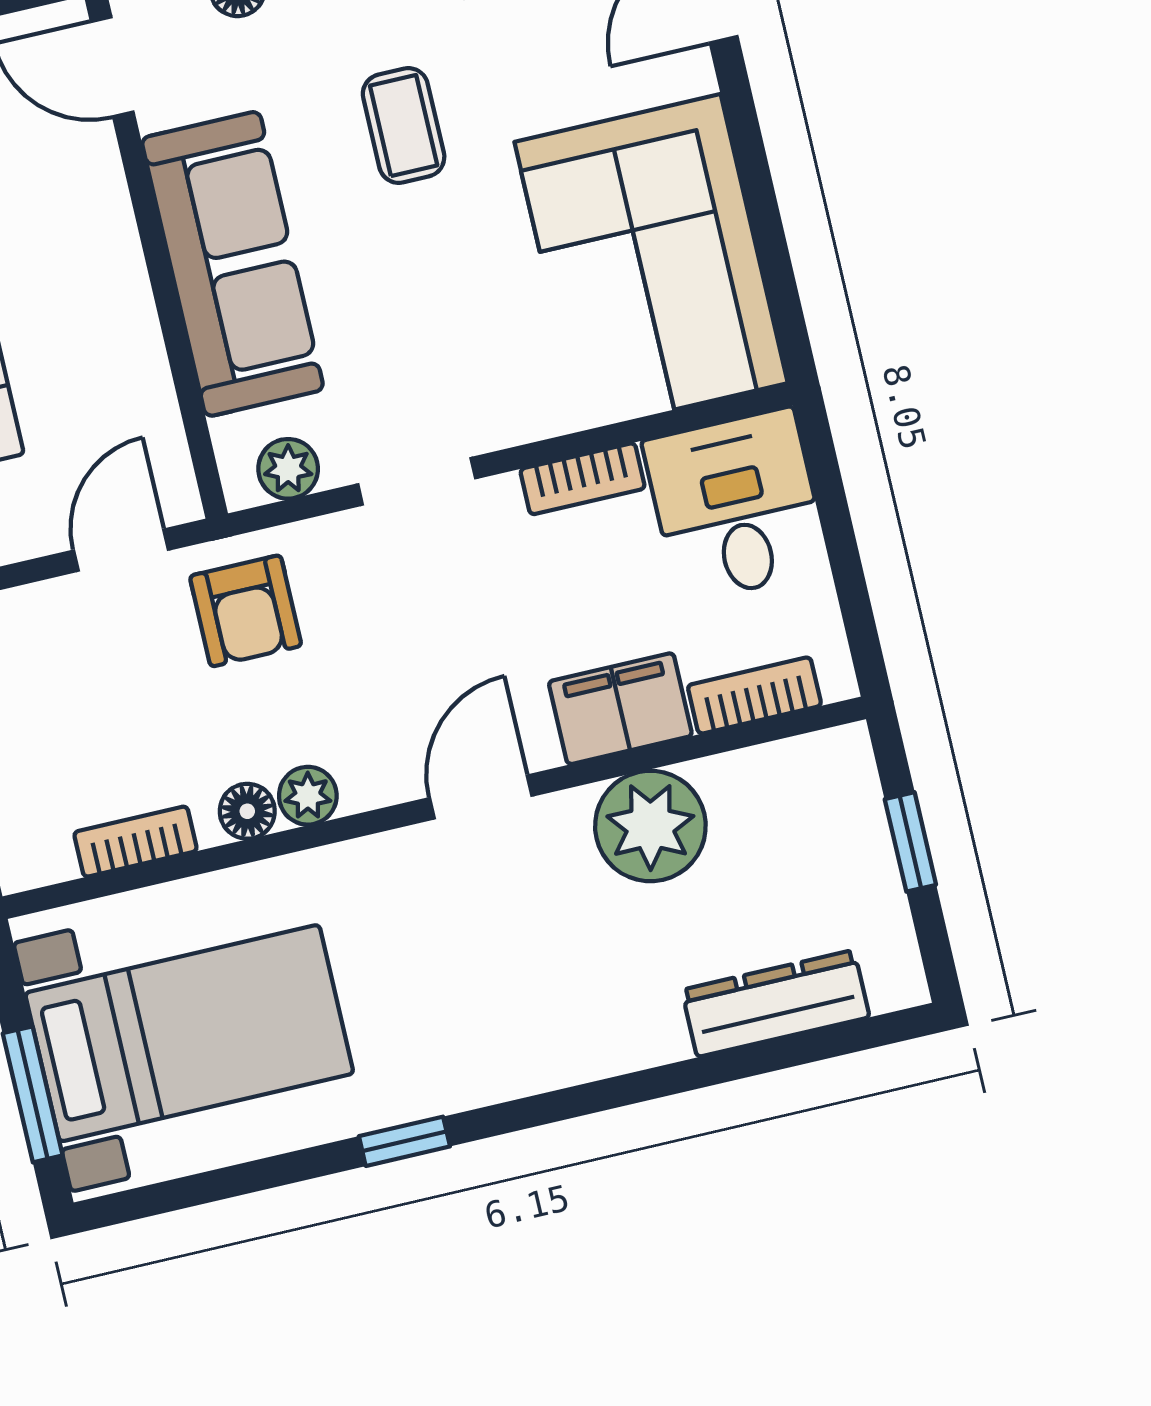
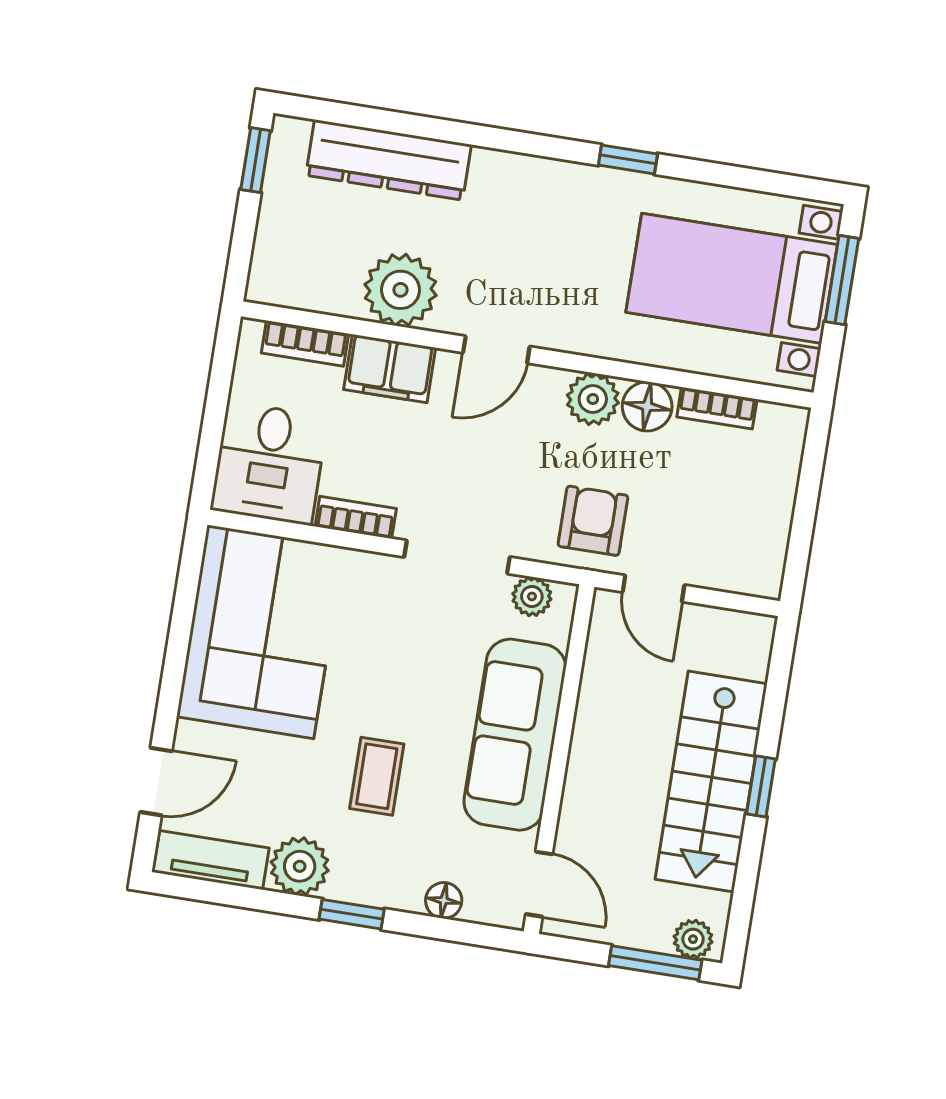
doorway: (417, 481) -> (457, 557), width x1.38
door: (121, 550) -> (654, 589), hinge flipped
plant: (308, 796) -> (593, 399), width x1.38, depth x1.38
floor lamp: (247, 811) -> (647, 406), width x1.37, depth x1.37
window: (910, 842) -> (256, 160), moved
dresser: (776, 1004) -> (389, 160), width x1.37, depth x1.24

